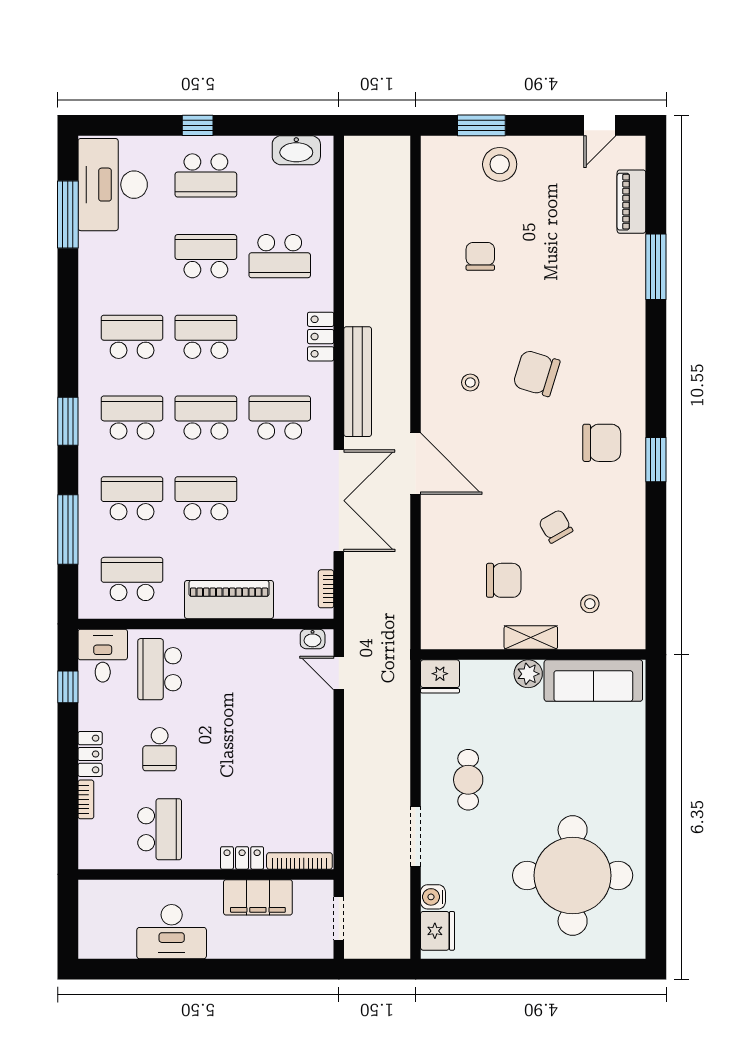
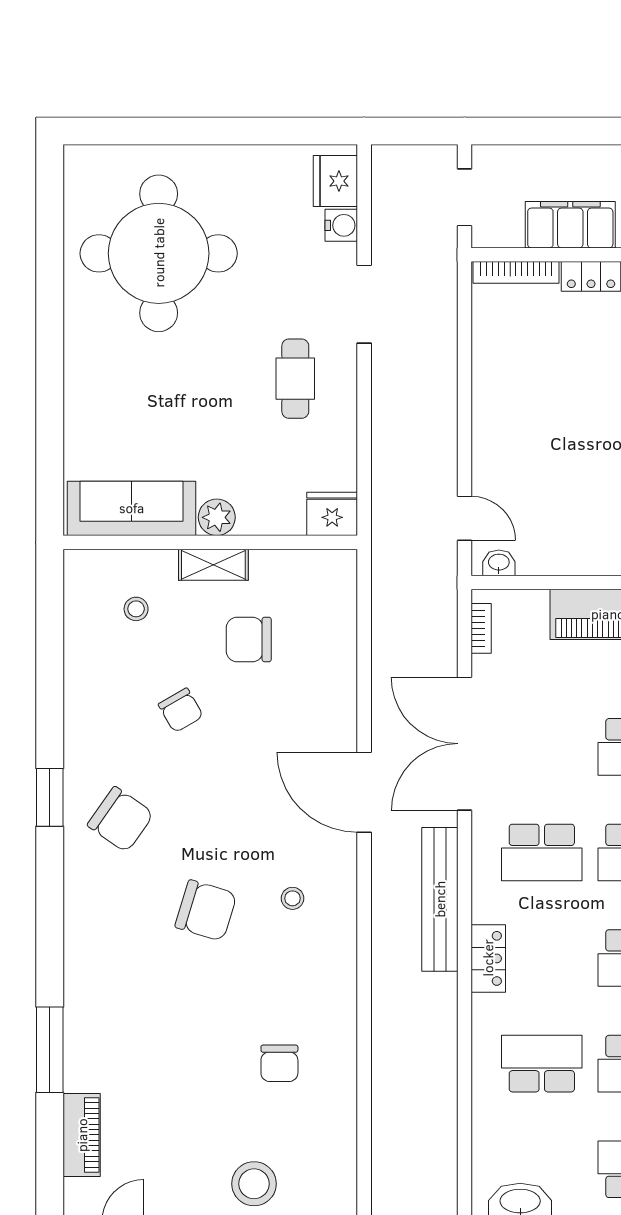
chair: (602, 443) -> (121, 819), turned -145

